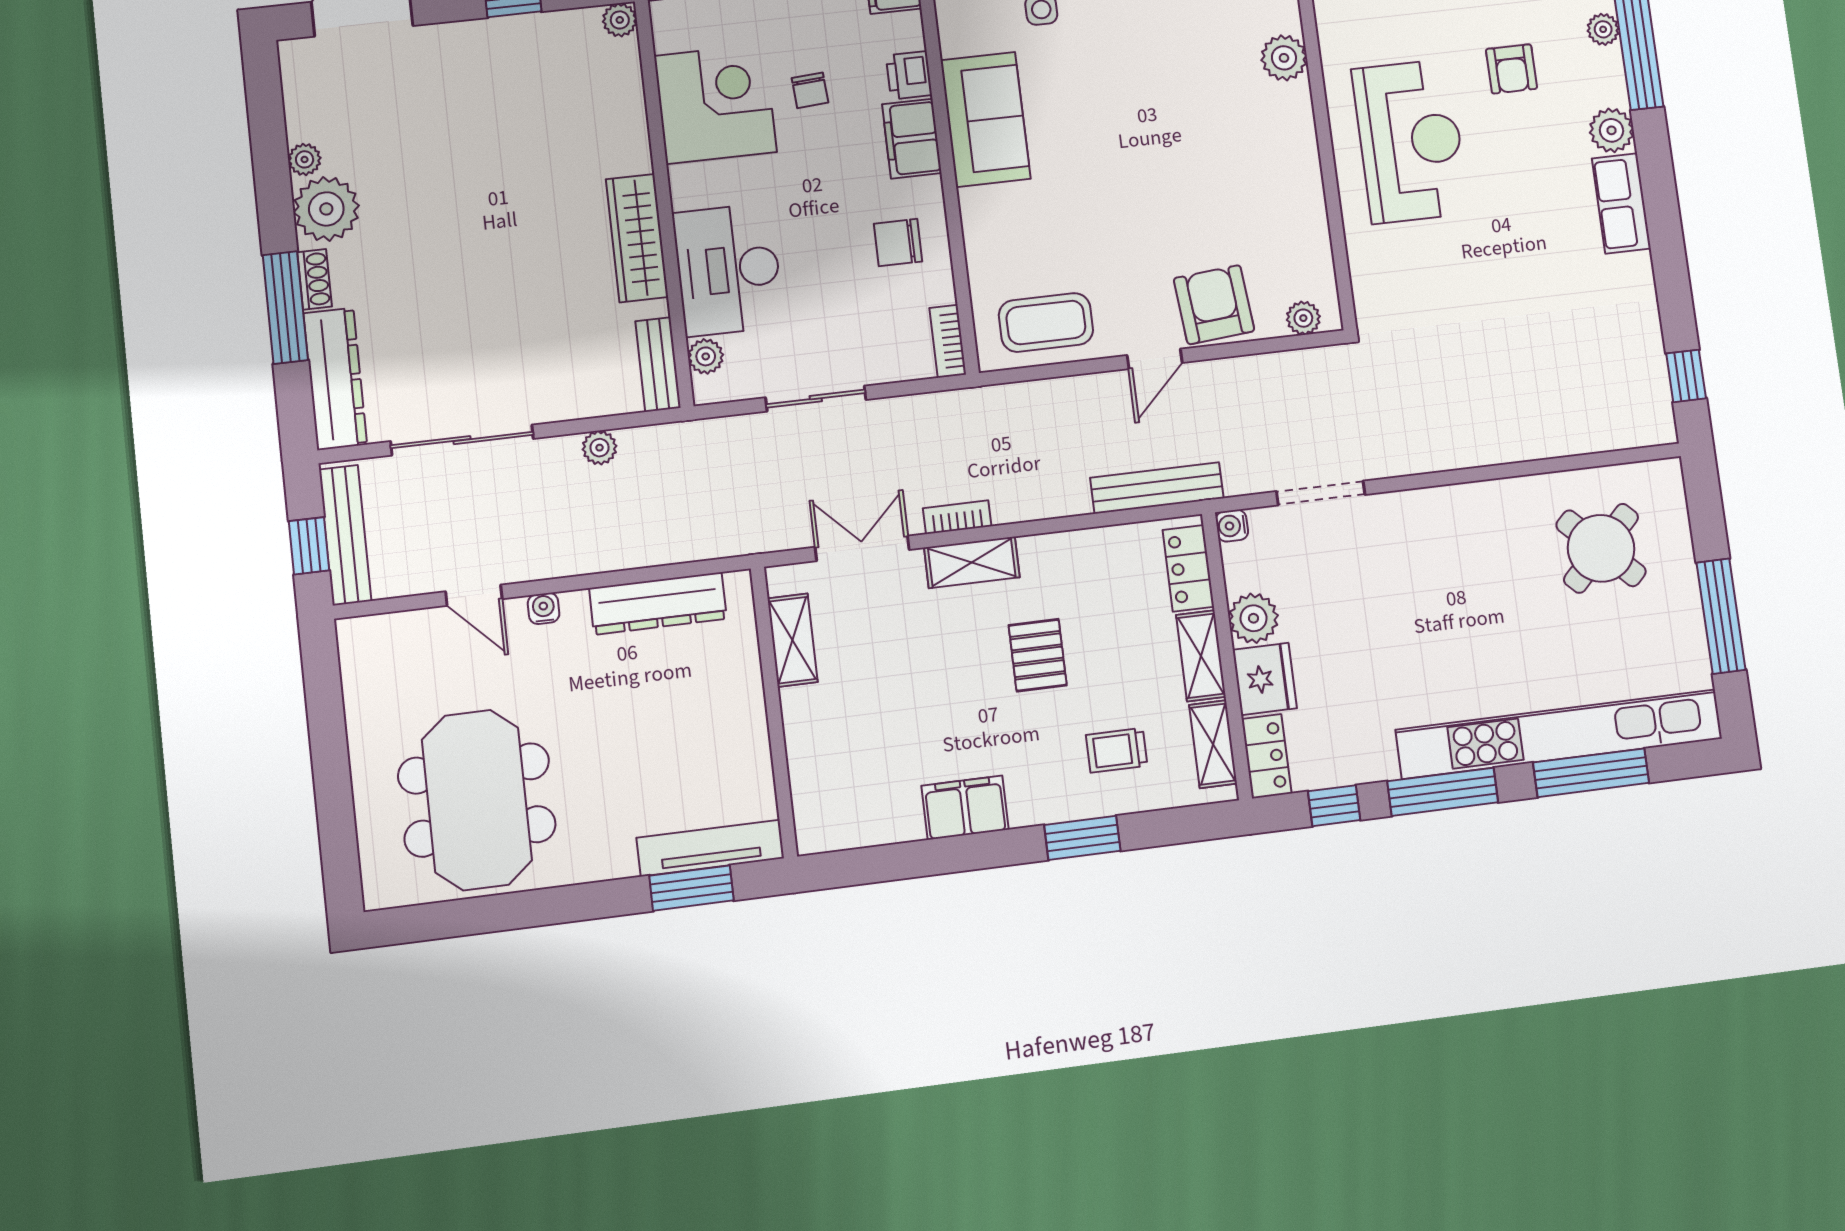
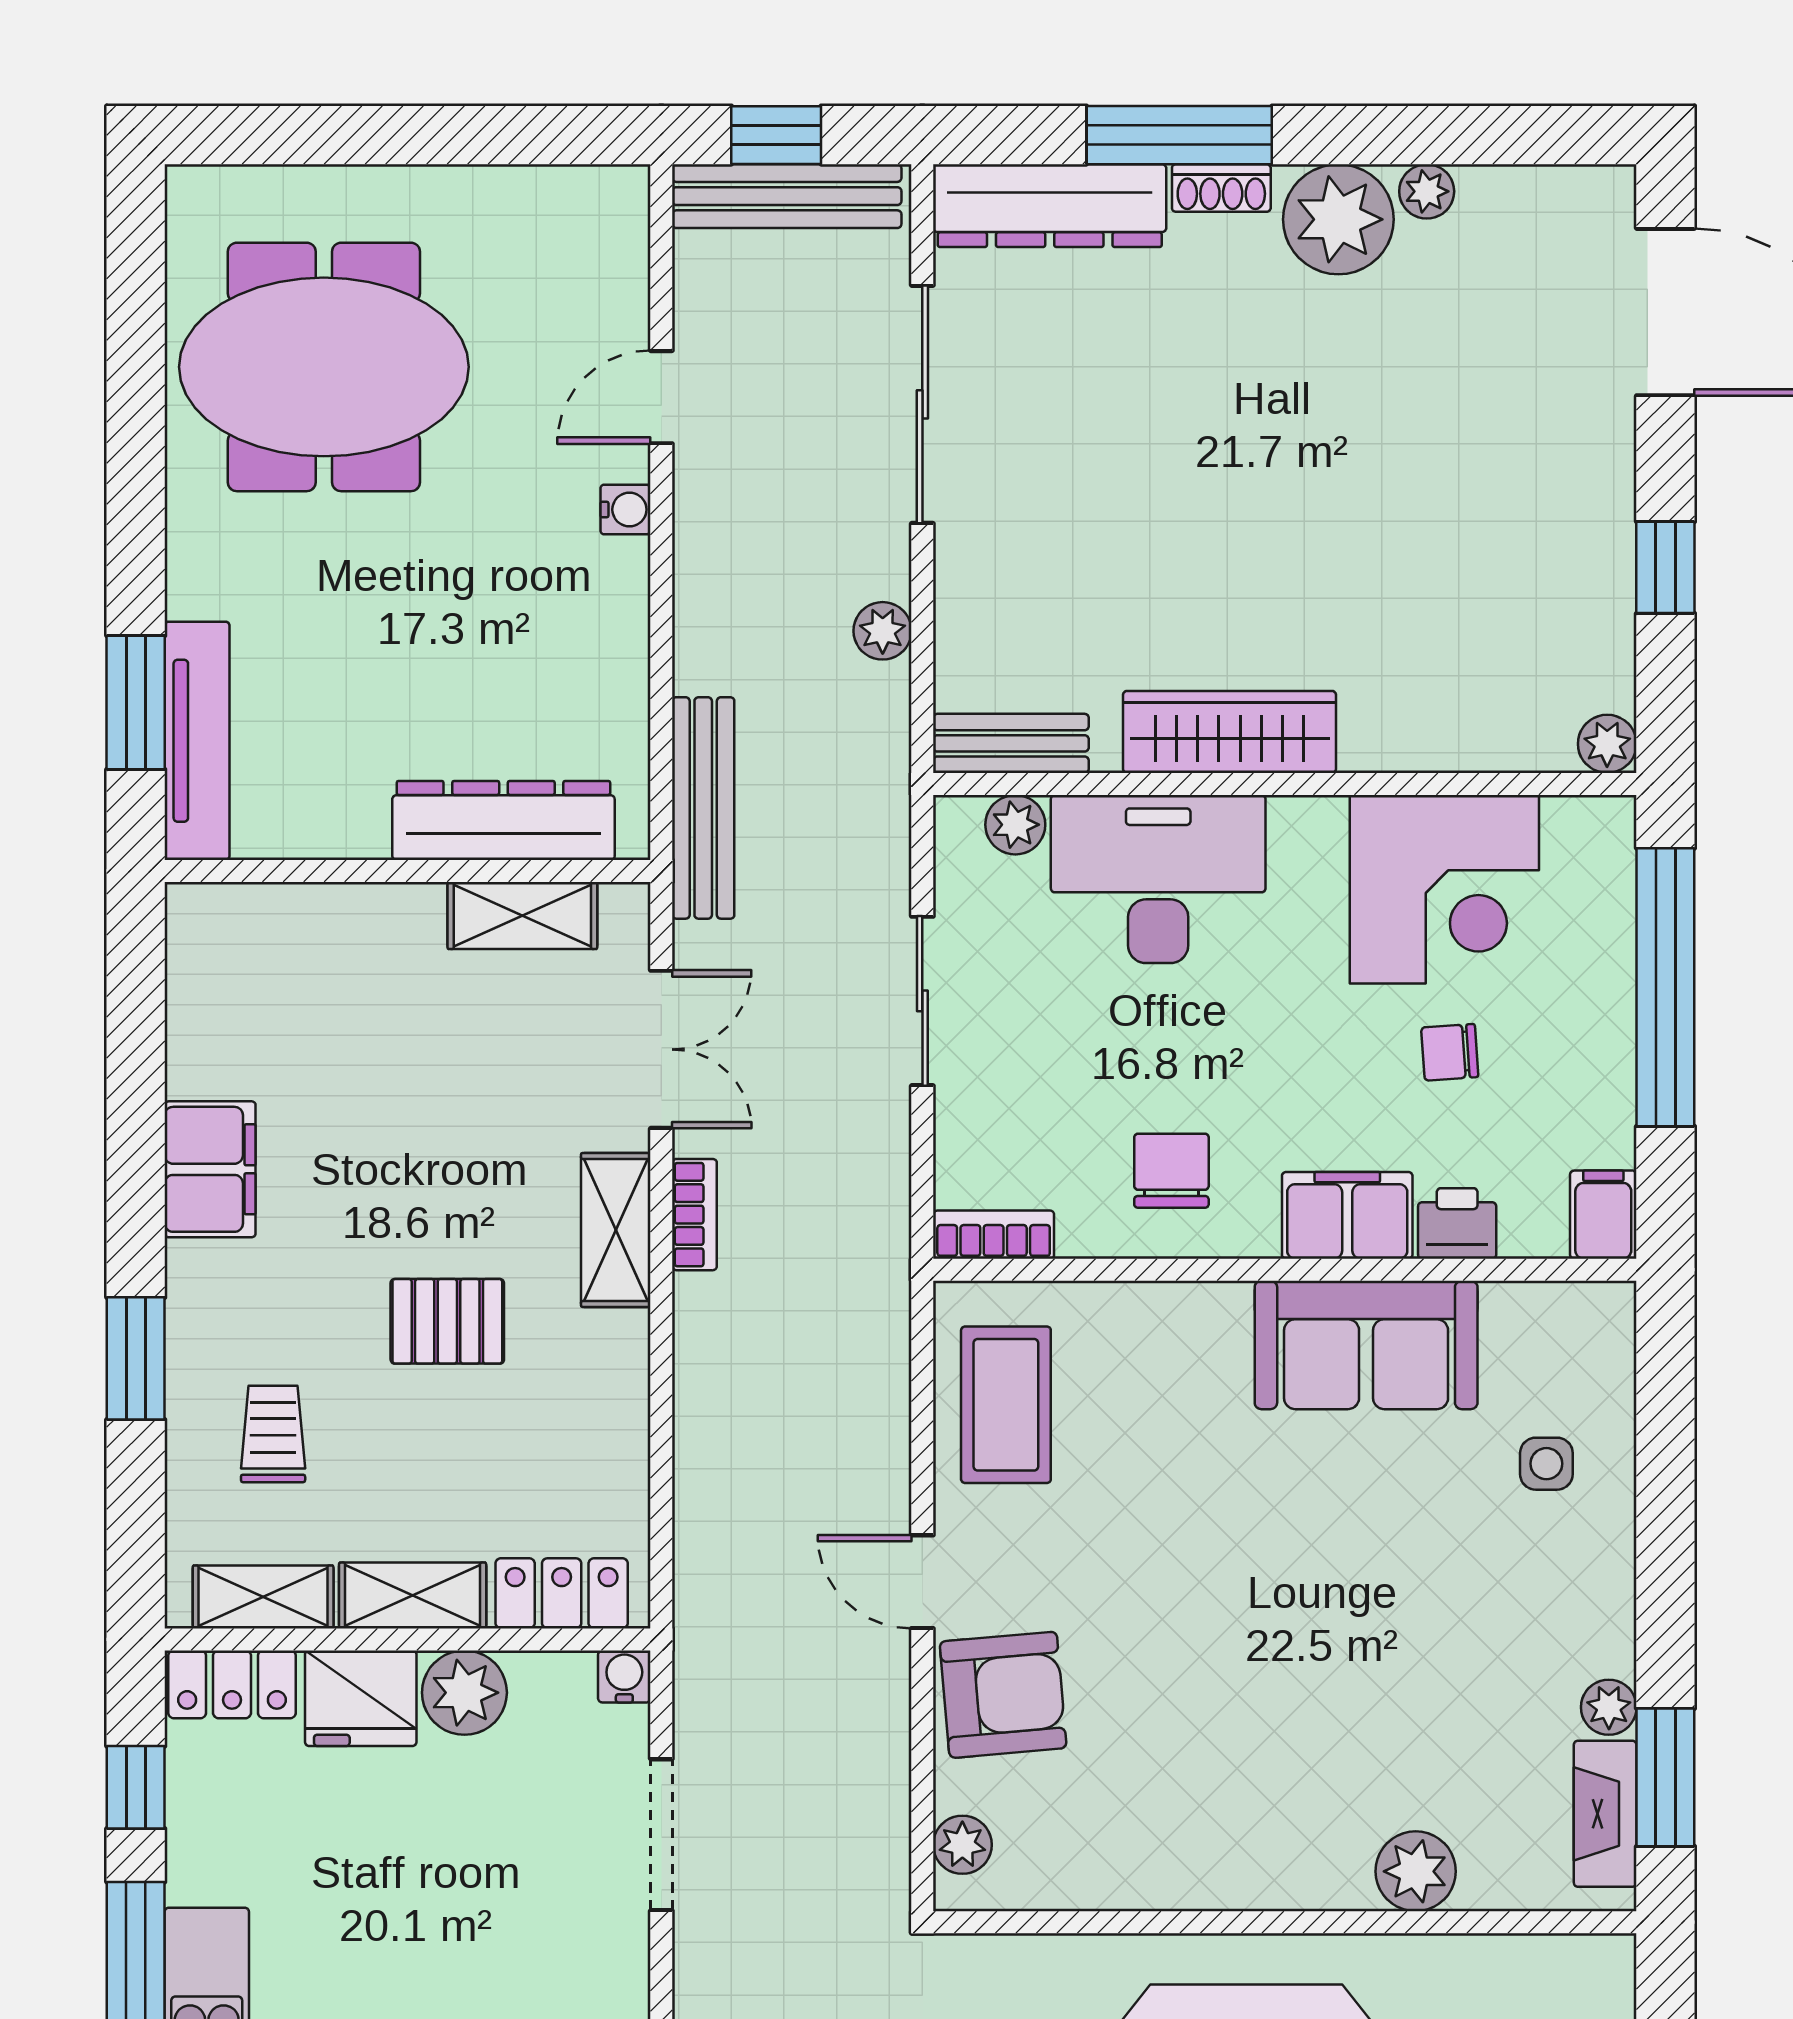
bench: (1157, 488) -> (703, 808), moved
dresser: (658, 603) -> (503, 820), moved, turned 90

